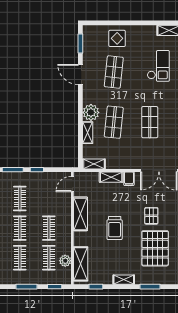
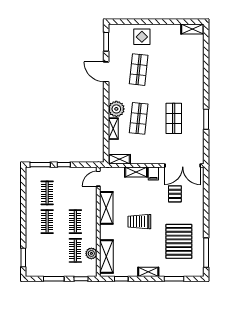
checkout: (158, 66) -> (182, 64), removed
pallet: (151, 216) -> (175, 194), moved
trolley: (115, 228) -> (139, 222), turned 90
clothes rail: (20, 258) -> (47, 250), removed

